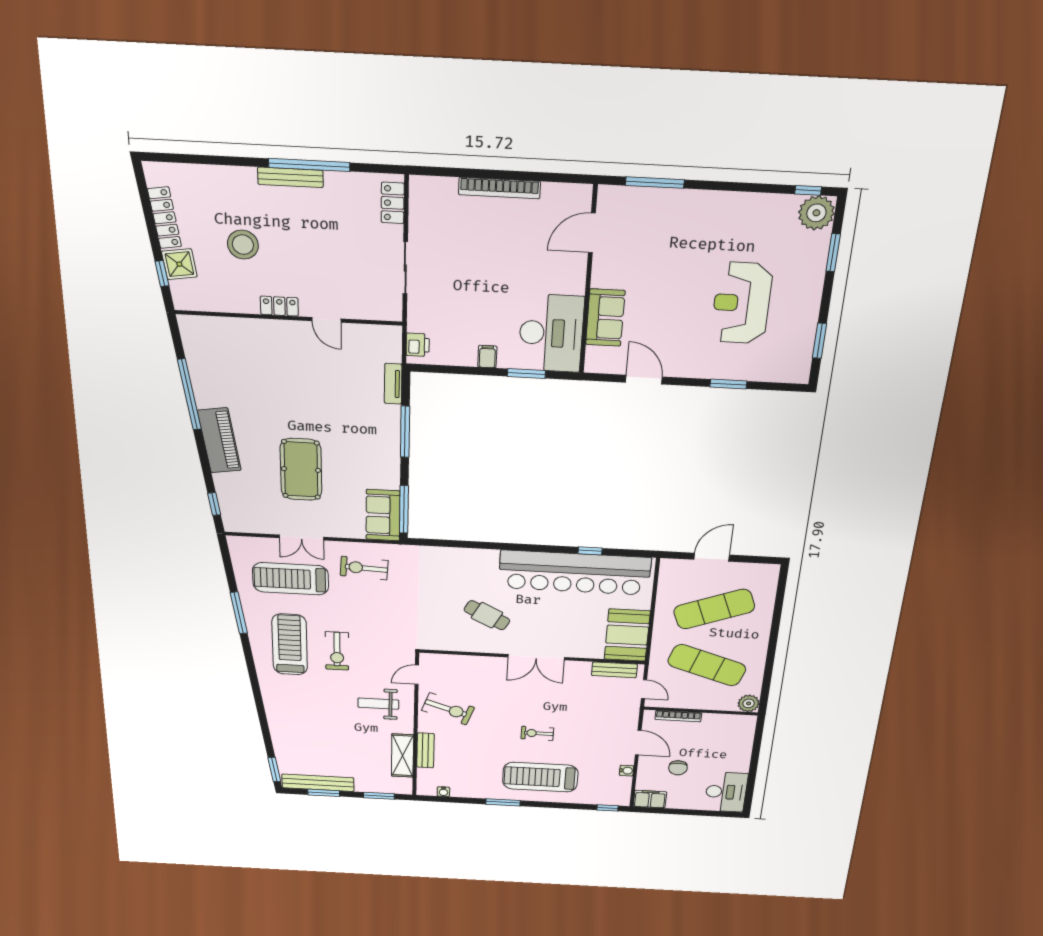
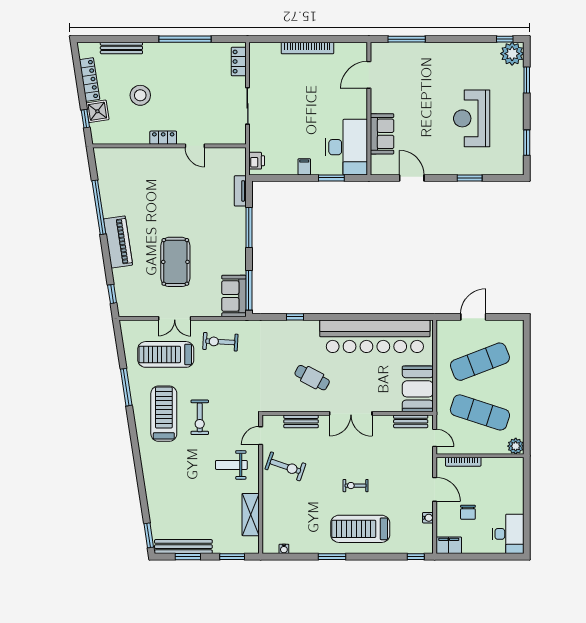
bench: (290, 177) -> (121, 48), moved
window: (590, 551) -> (295, 317), moved
bench: (425, 750) -> (301, 421), moved, turned 90

